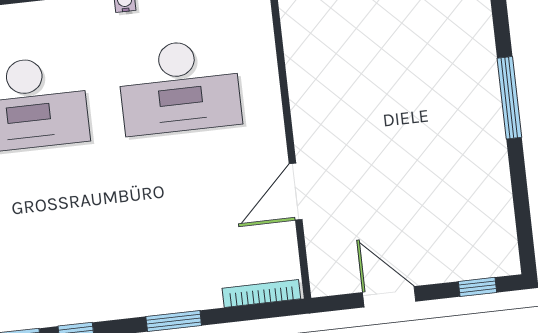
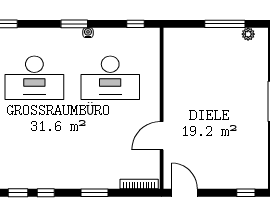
door: (389, 297) -> (185, 193), moved

